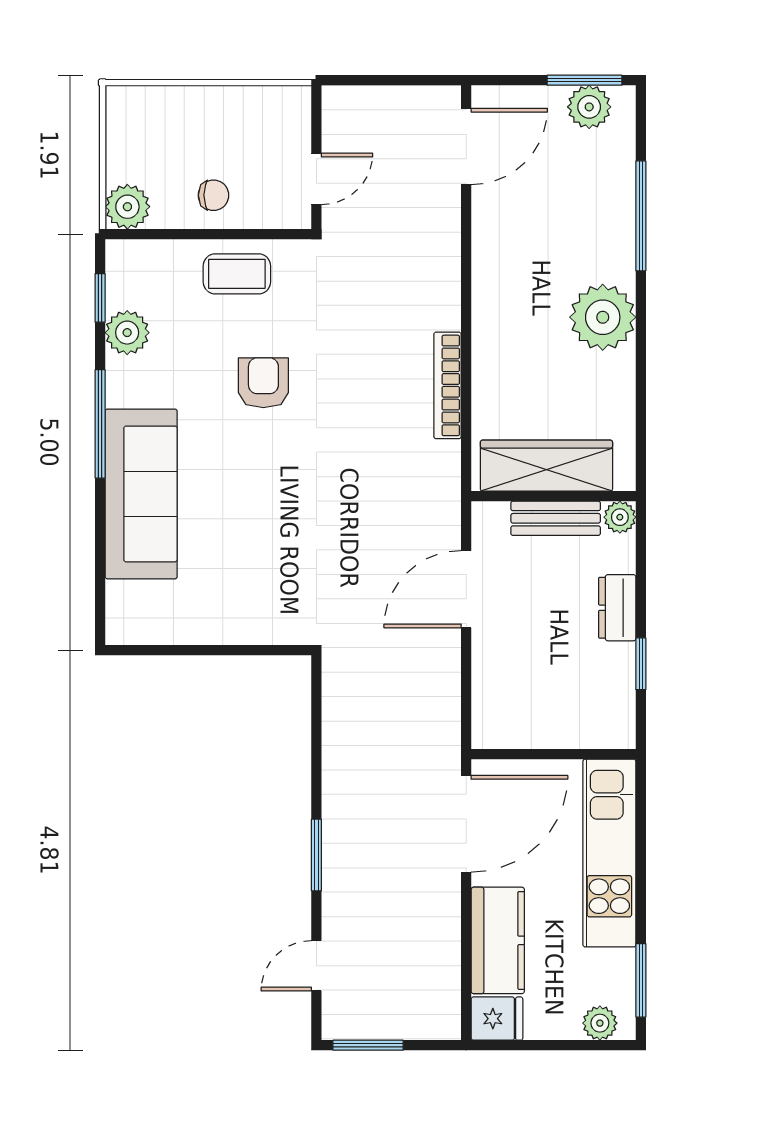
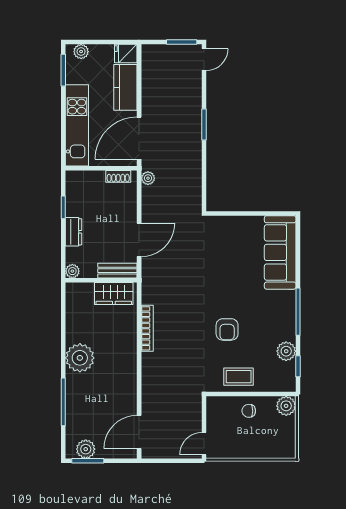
door: (316, 179) -> (204, 444), moved
wardrobe: (546, 466) -> (114, 293), width x0.67
sofa: (141, 494) -> (280, 252), moved
bench: (556, 518) -> (117, 271), moved
plant: (446, 731) -> (148, 178), added
shoe rack: (514, 735) -> (118, 176), added
door: (316, 966) -> (204, 60), moved

